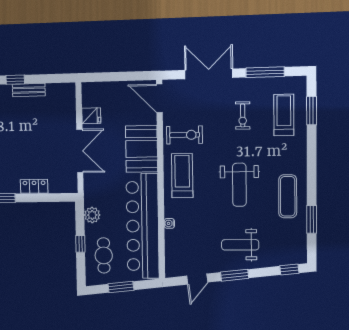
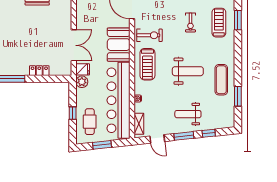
fridge: (91, 116) -> (83, 69), moved
treadmill: (182, 176) -> (147, 64), turned 180
weight bench: (239, 185) -> (188, 71), turned -90
plant: (92, 215) -> (82, 82), moved
shelving: (171, 258) -> (139, 124), added
window: (289, 269) -> (209, 133), moved
door: (197, 279) -> (157, 139), hinge flipped

